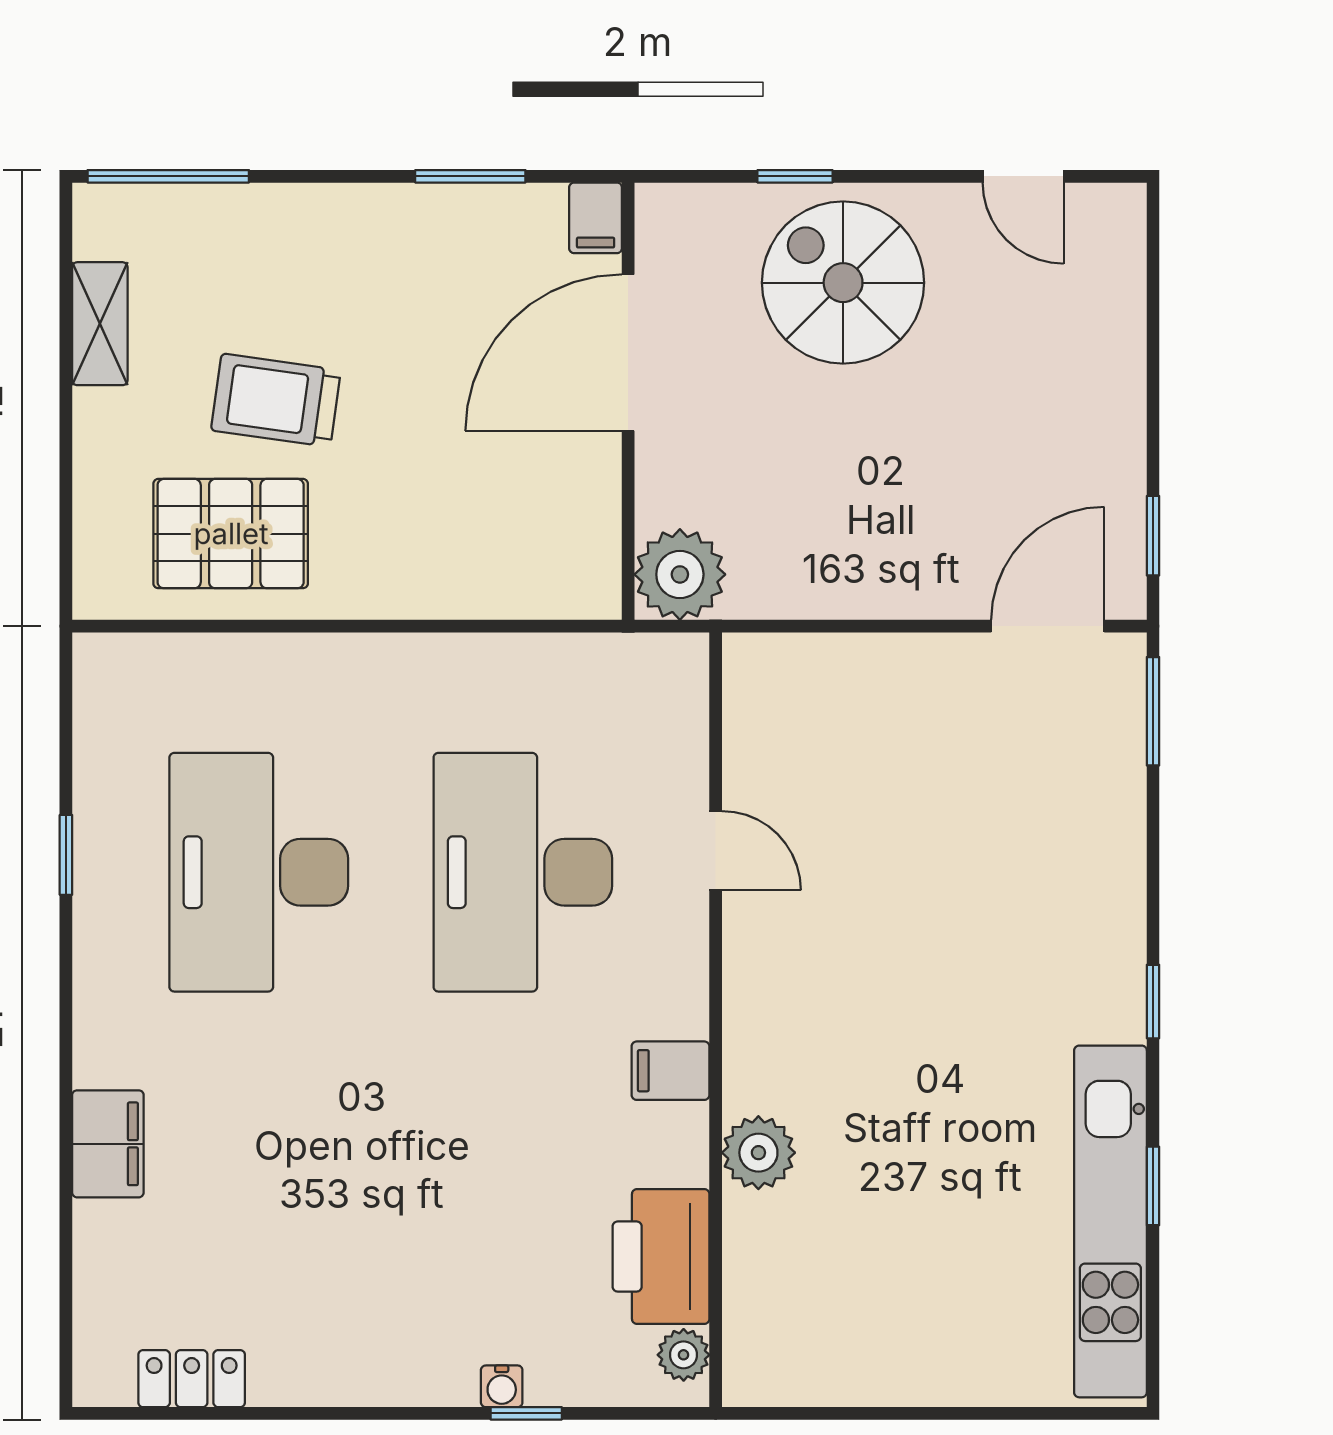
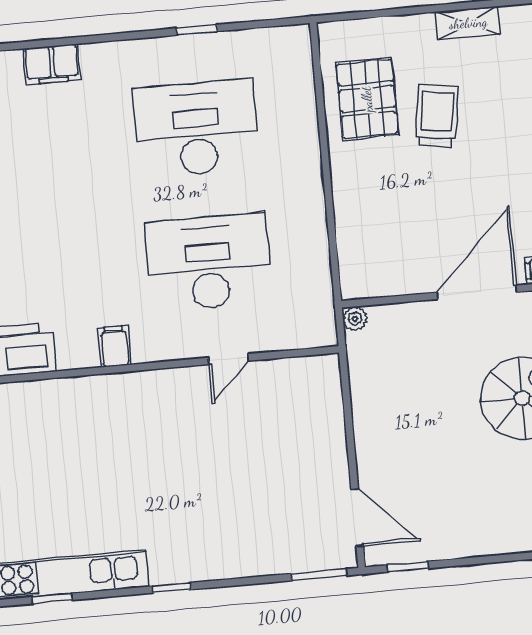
door: (628, 353) -> (477, 292), hinge flipped
plant: (680, 574) -> (355, 319), width x0.53, depth x0.53
plant: (758, 1153) -> (77, 395), removed
window: (1153, 1186) -> (52, 598), moved

